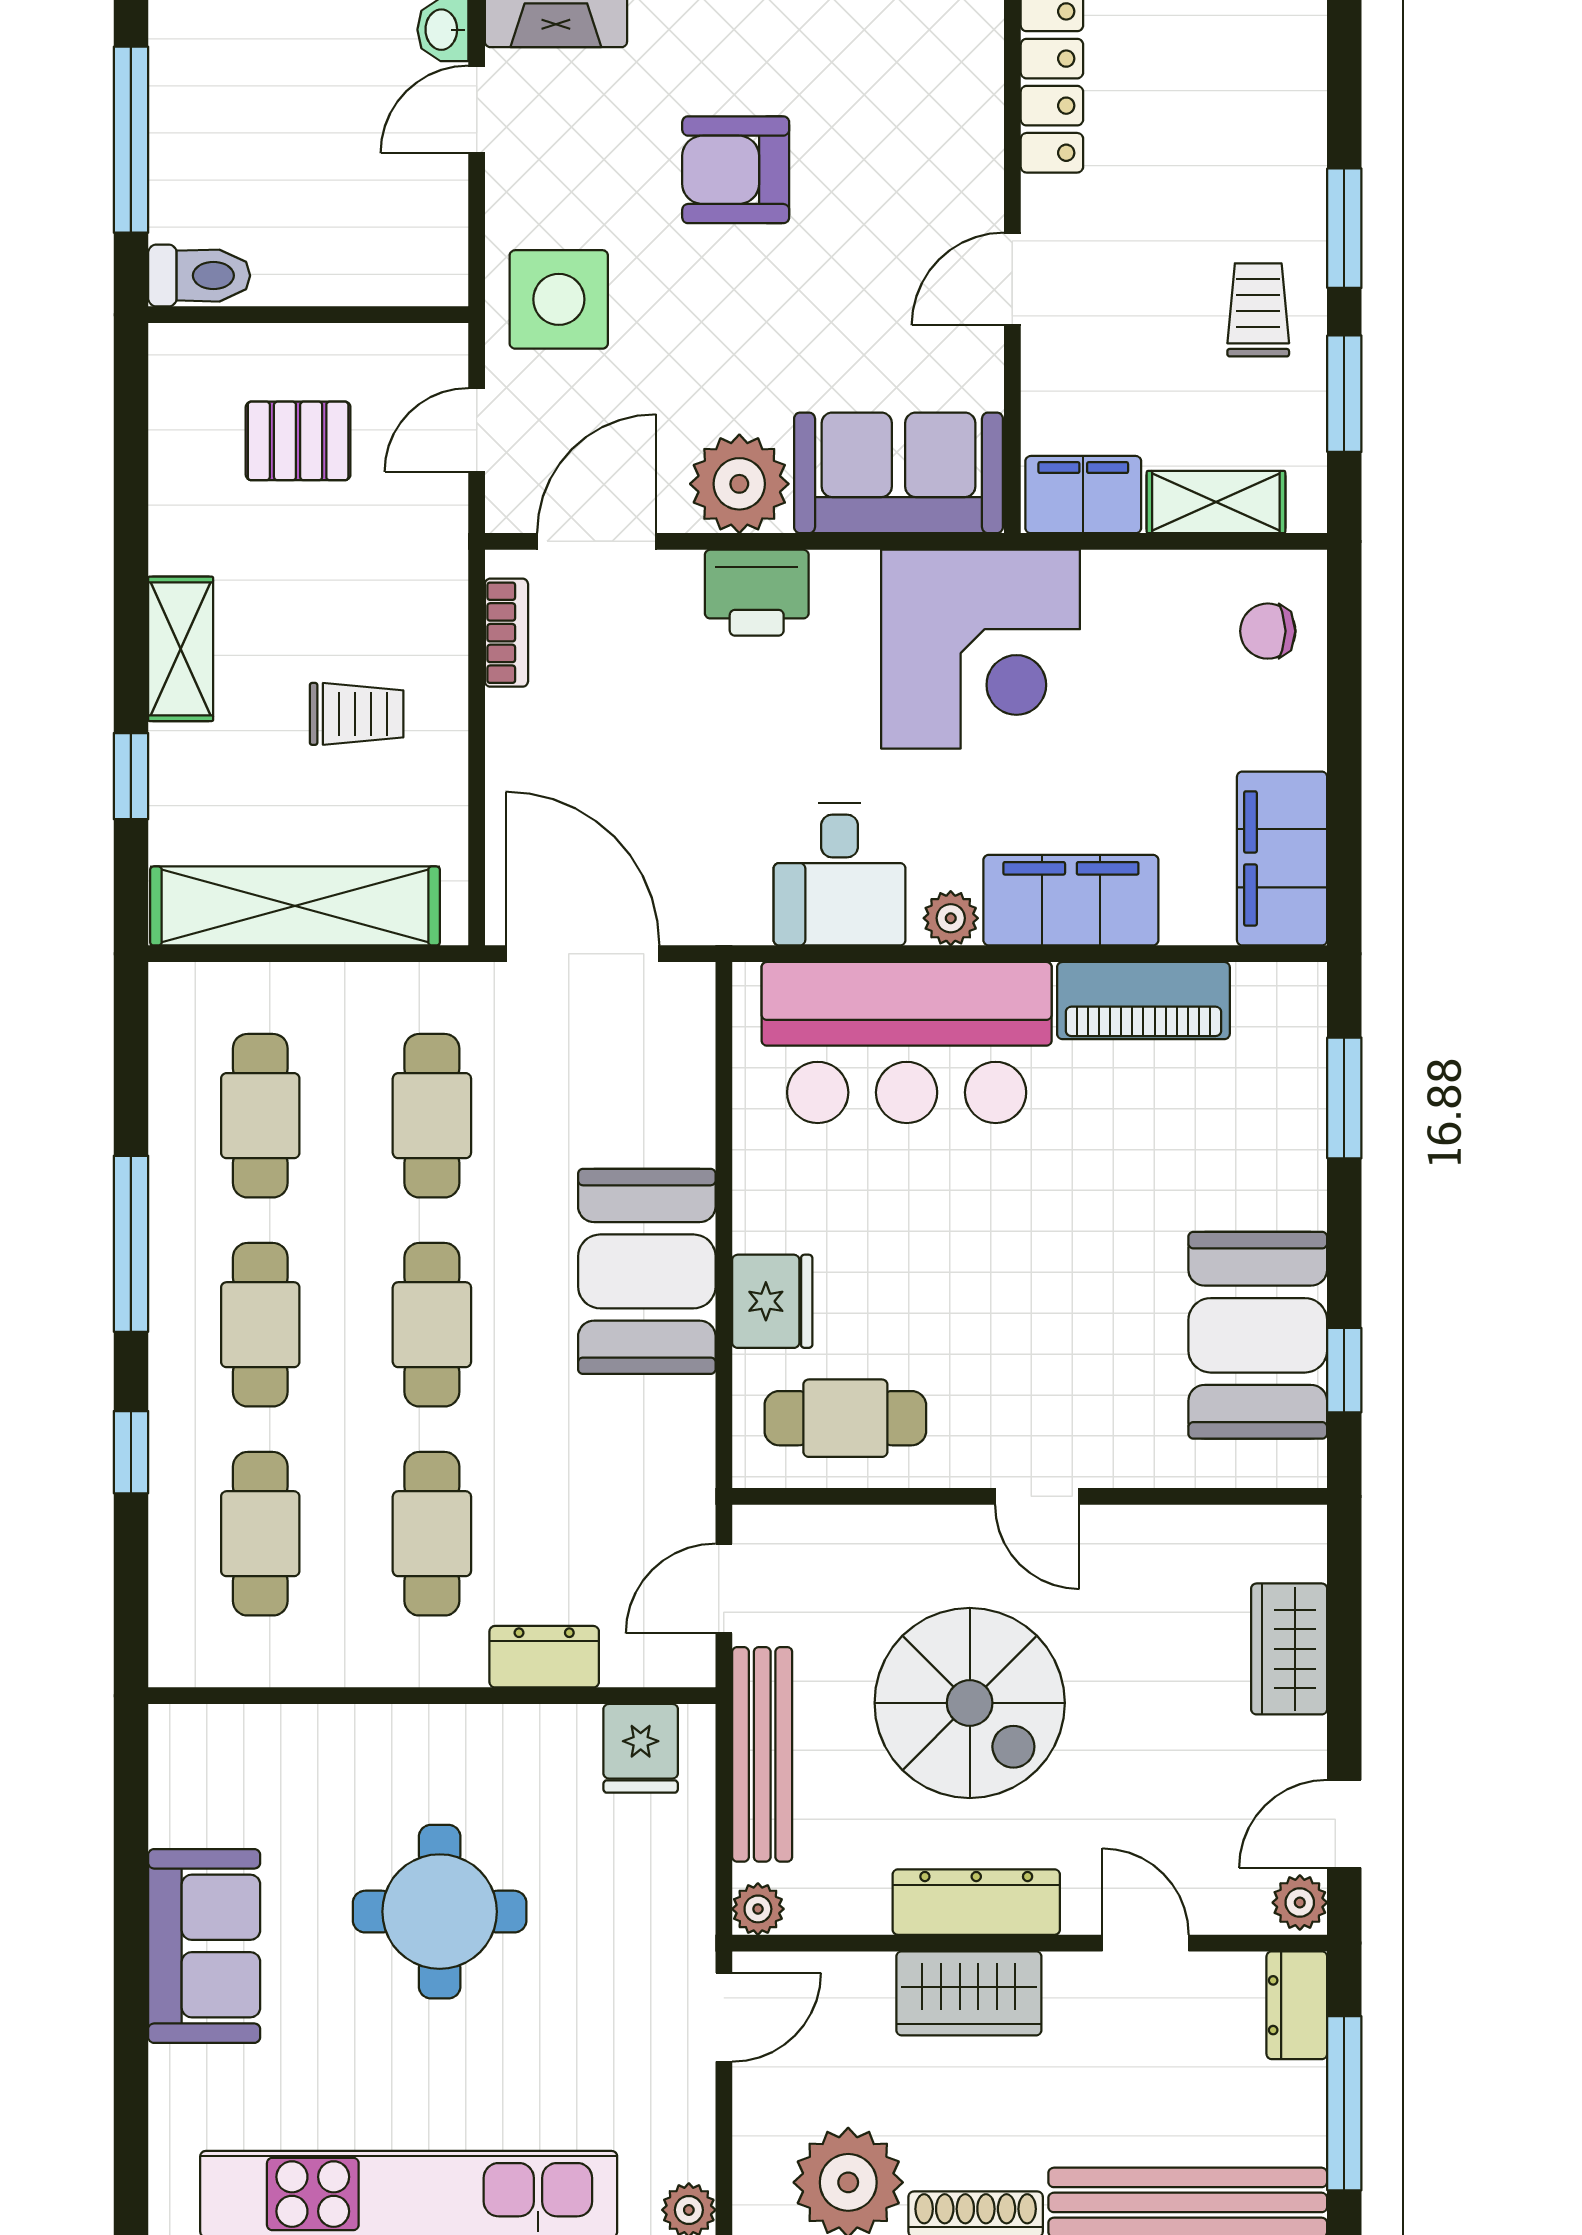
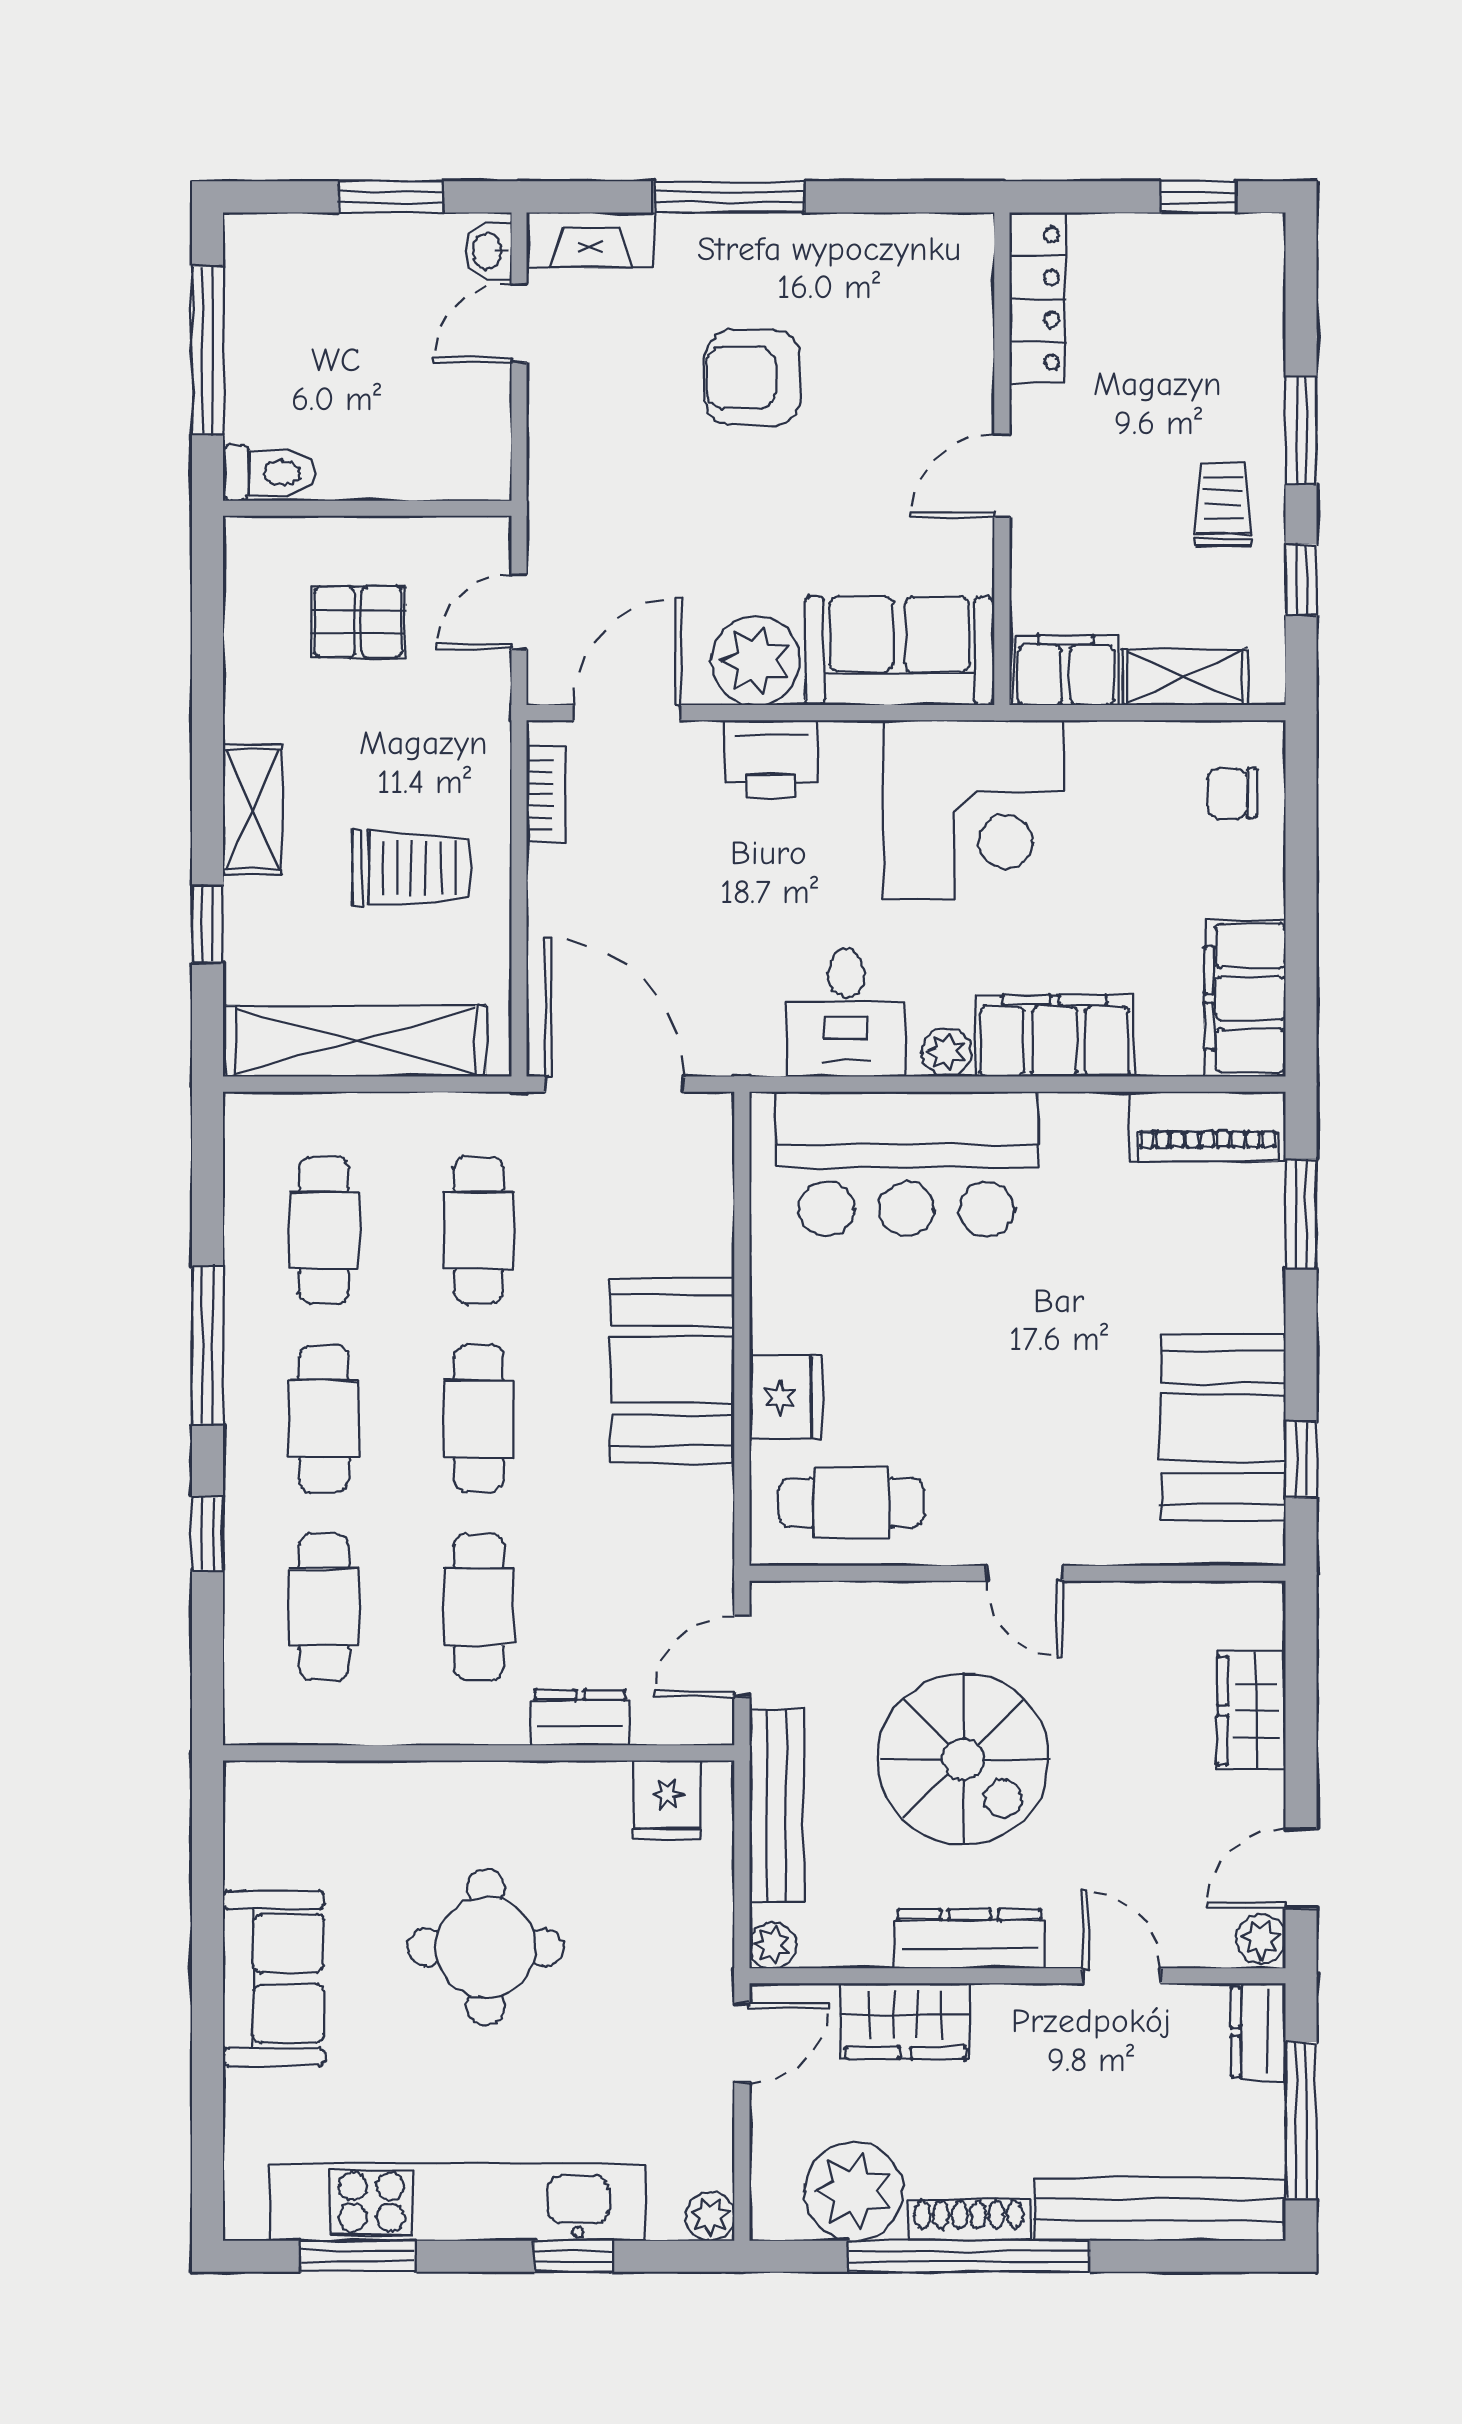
side table: (559, 299) -> (593, 494), removed
window: (1344, 394) -> (1301, 579), width x0.67
trolley: (357, 714) -> (411, 868), width x1.36, depth x1.39
piano: (1143, 1001) -> (1208, 1126), moved
wardrobe: (969, 1993) -> (905, 2021), moved

